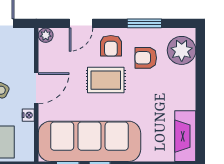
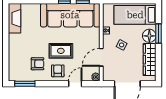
window: (144, 23) -> (25, 84), moved
plant: (182, 50) -> (17, 68), removed
door: (36, 88) -> (101, 57), moved

